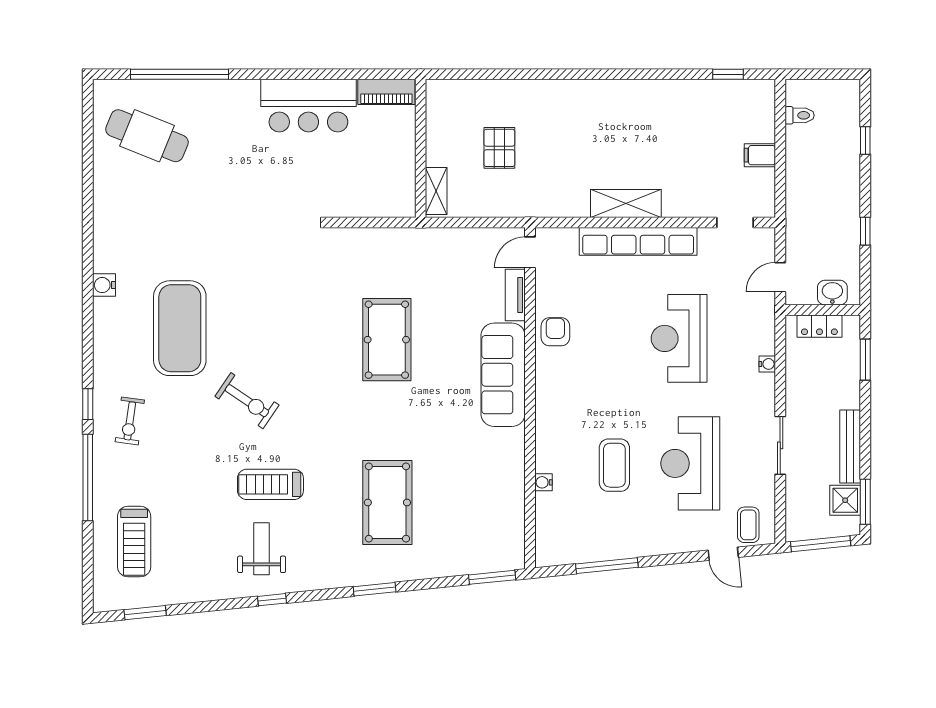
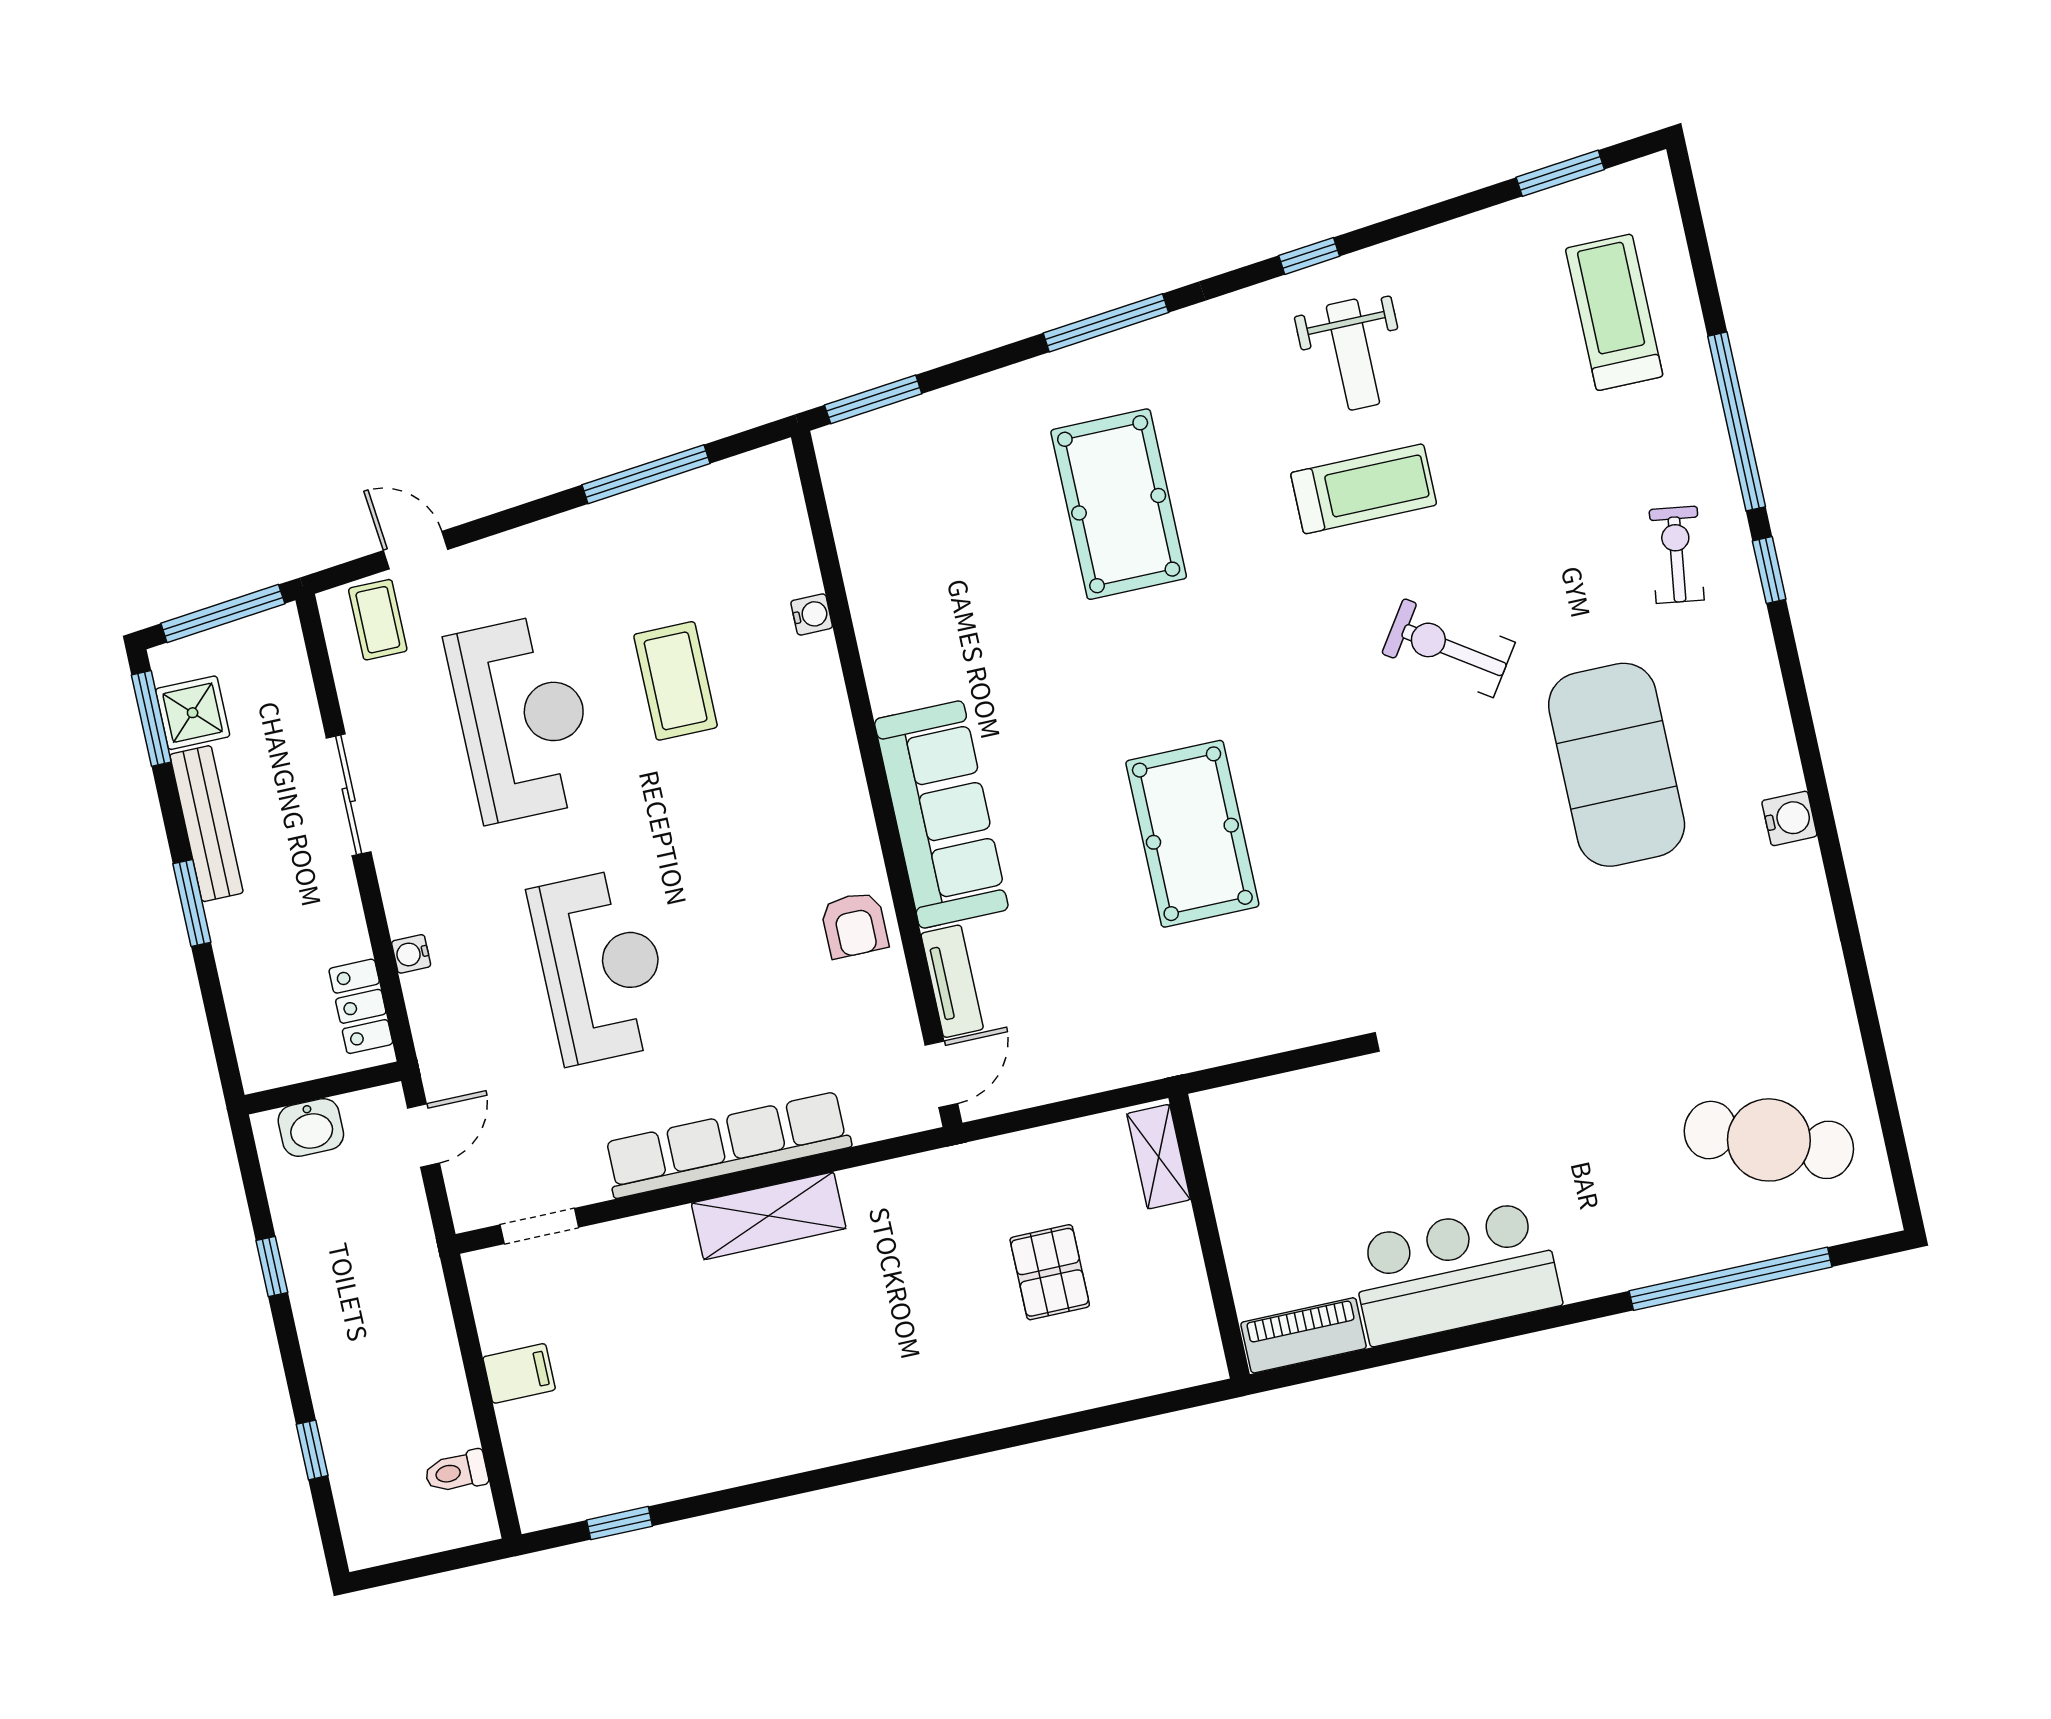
locker: (819, 326) -> (361, 1006), moved, turned -90
window: (865, 360) -> (192, 903), moved
window: (375, 589) -> (1106, 323), width x1.44

